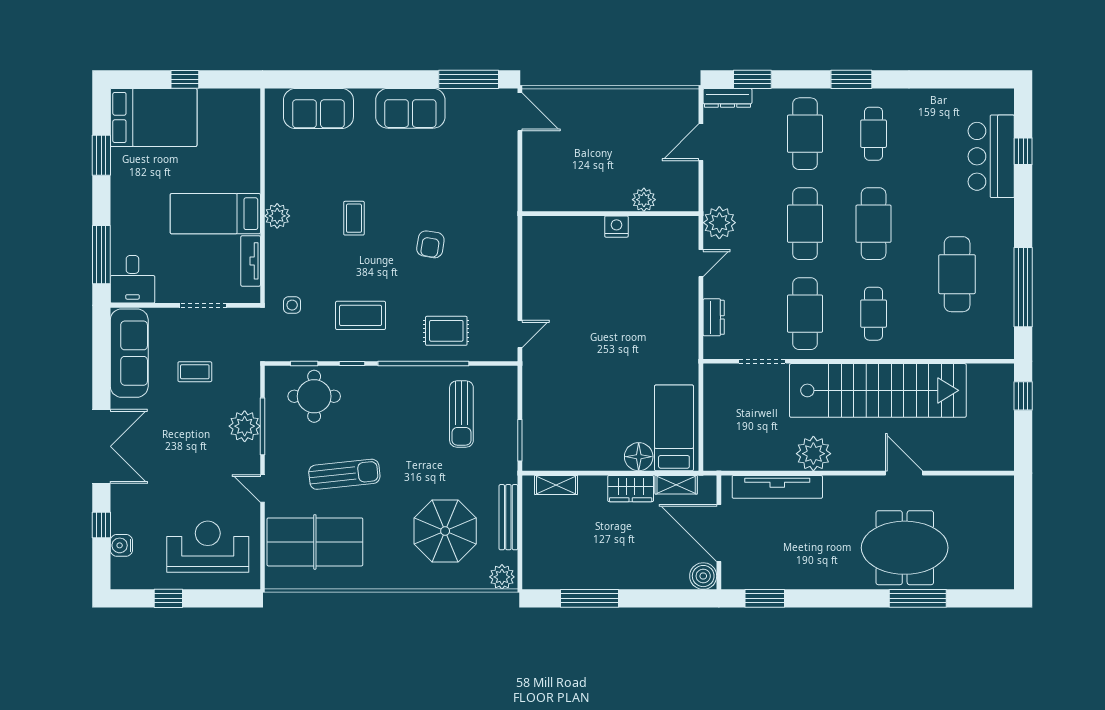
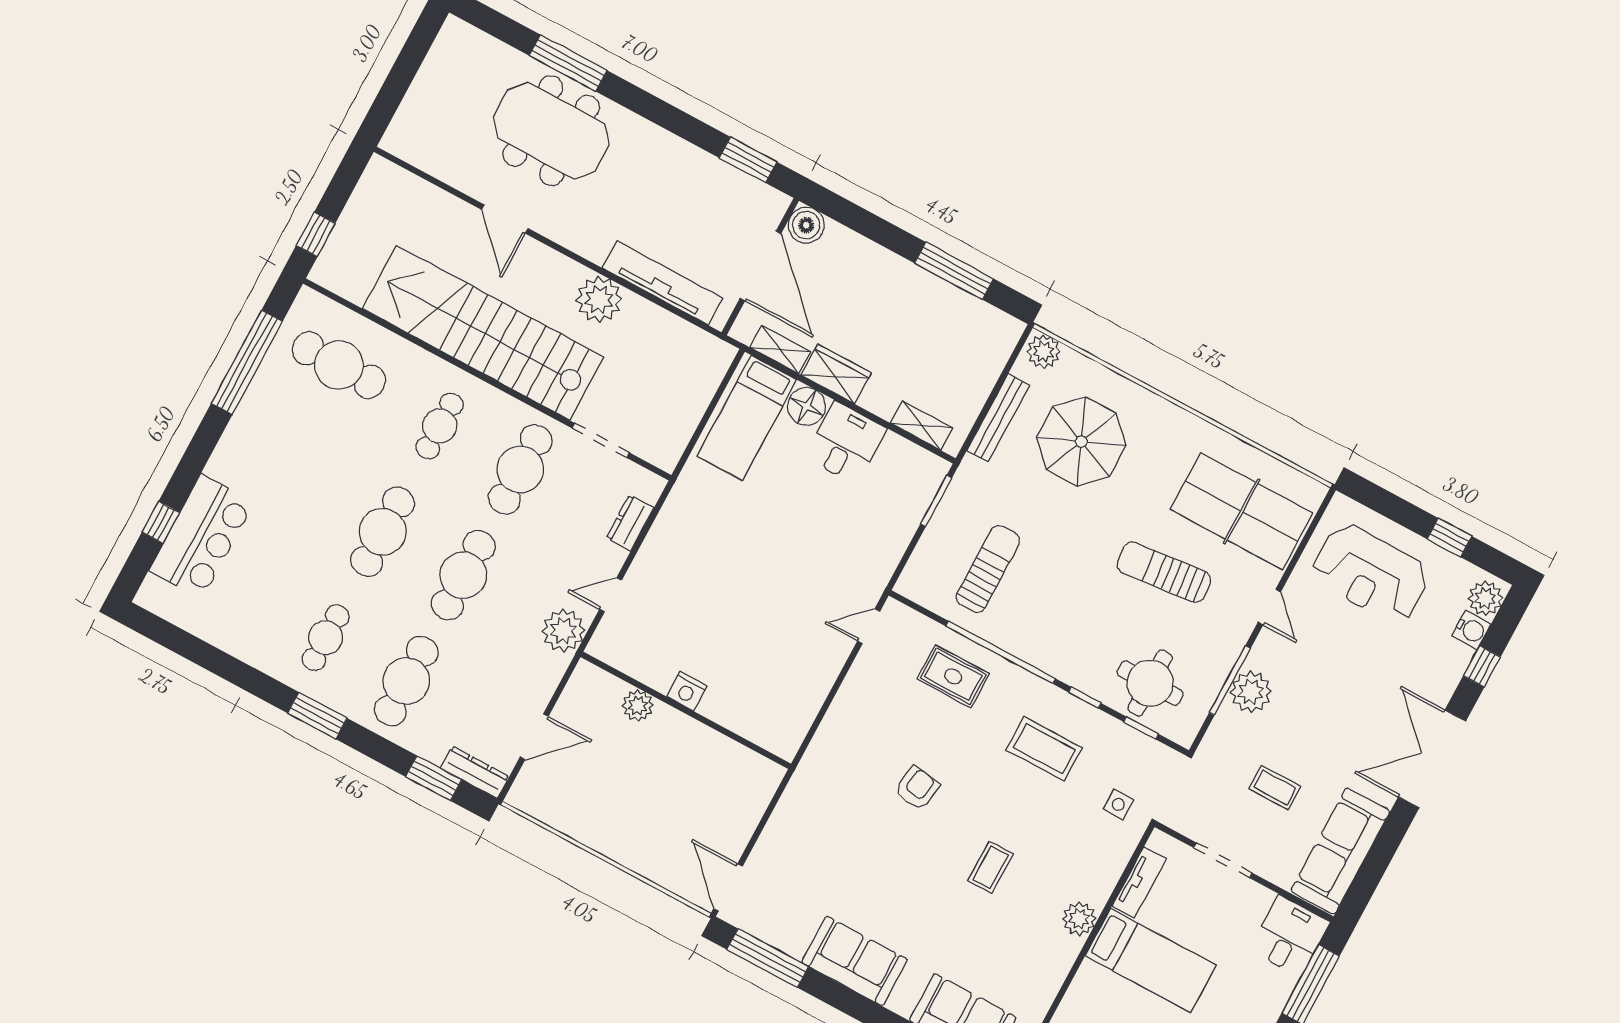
cafe table: (957, 274) -> (339, 365), moved, turned 90
desk: (600, 447) -> (845, 443), added
plant: (123, 571) -> (1485, 598), added

